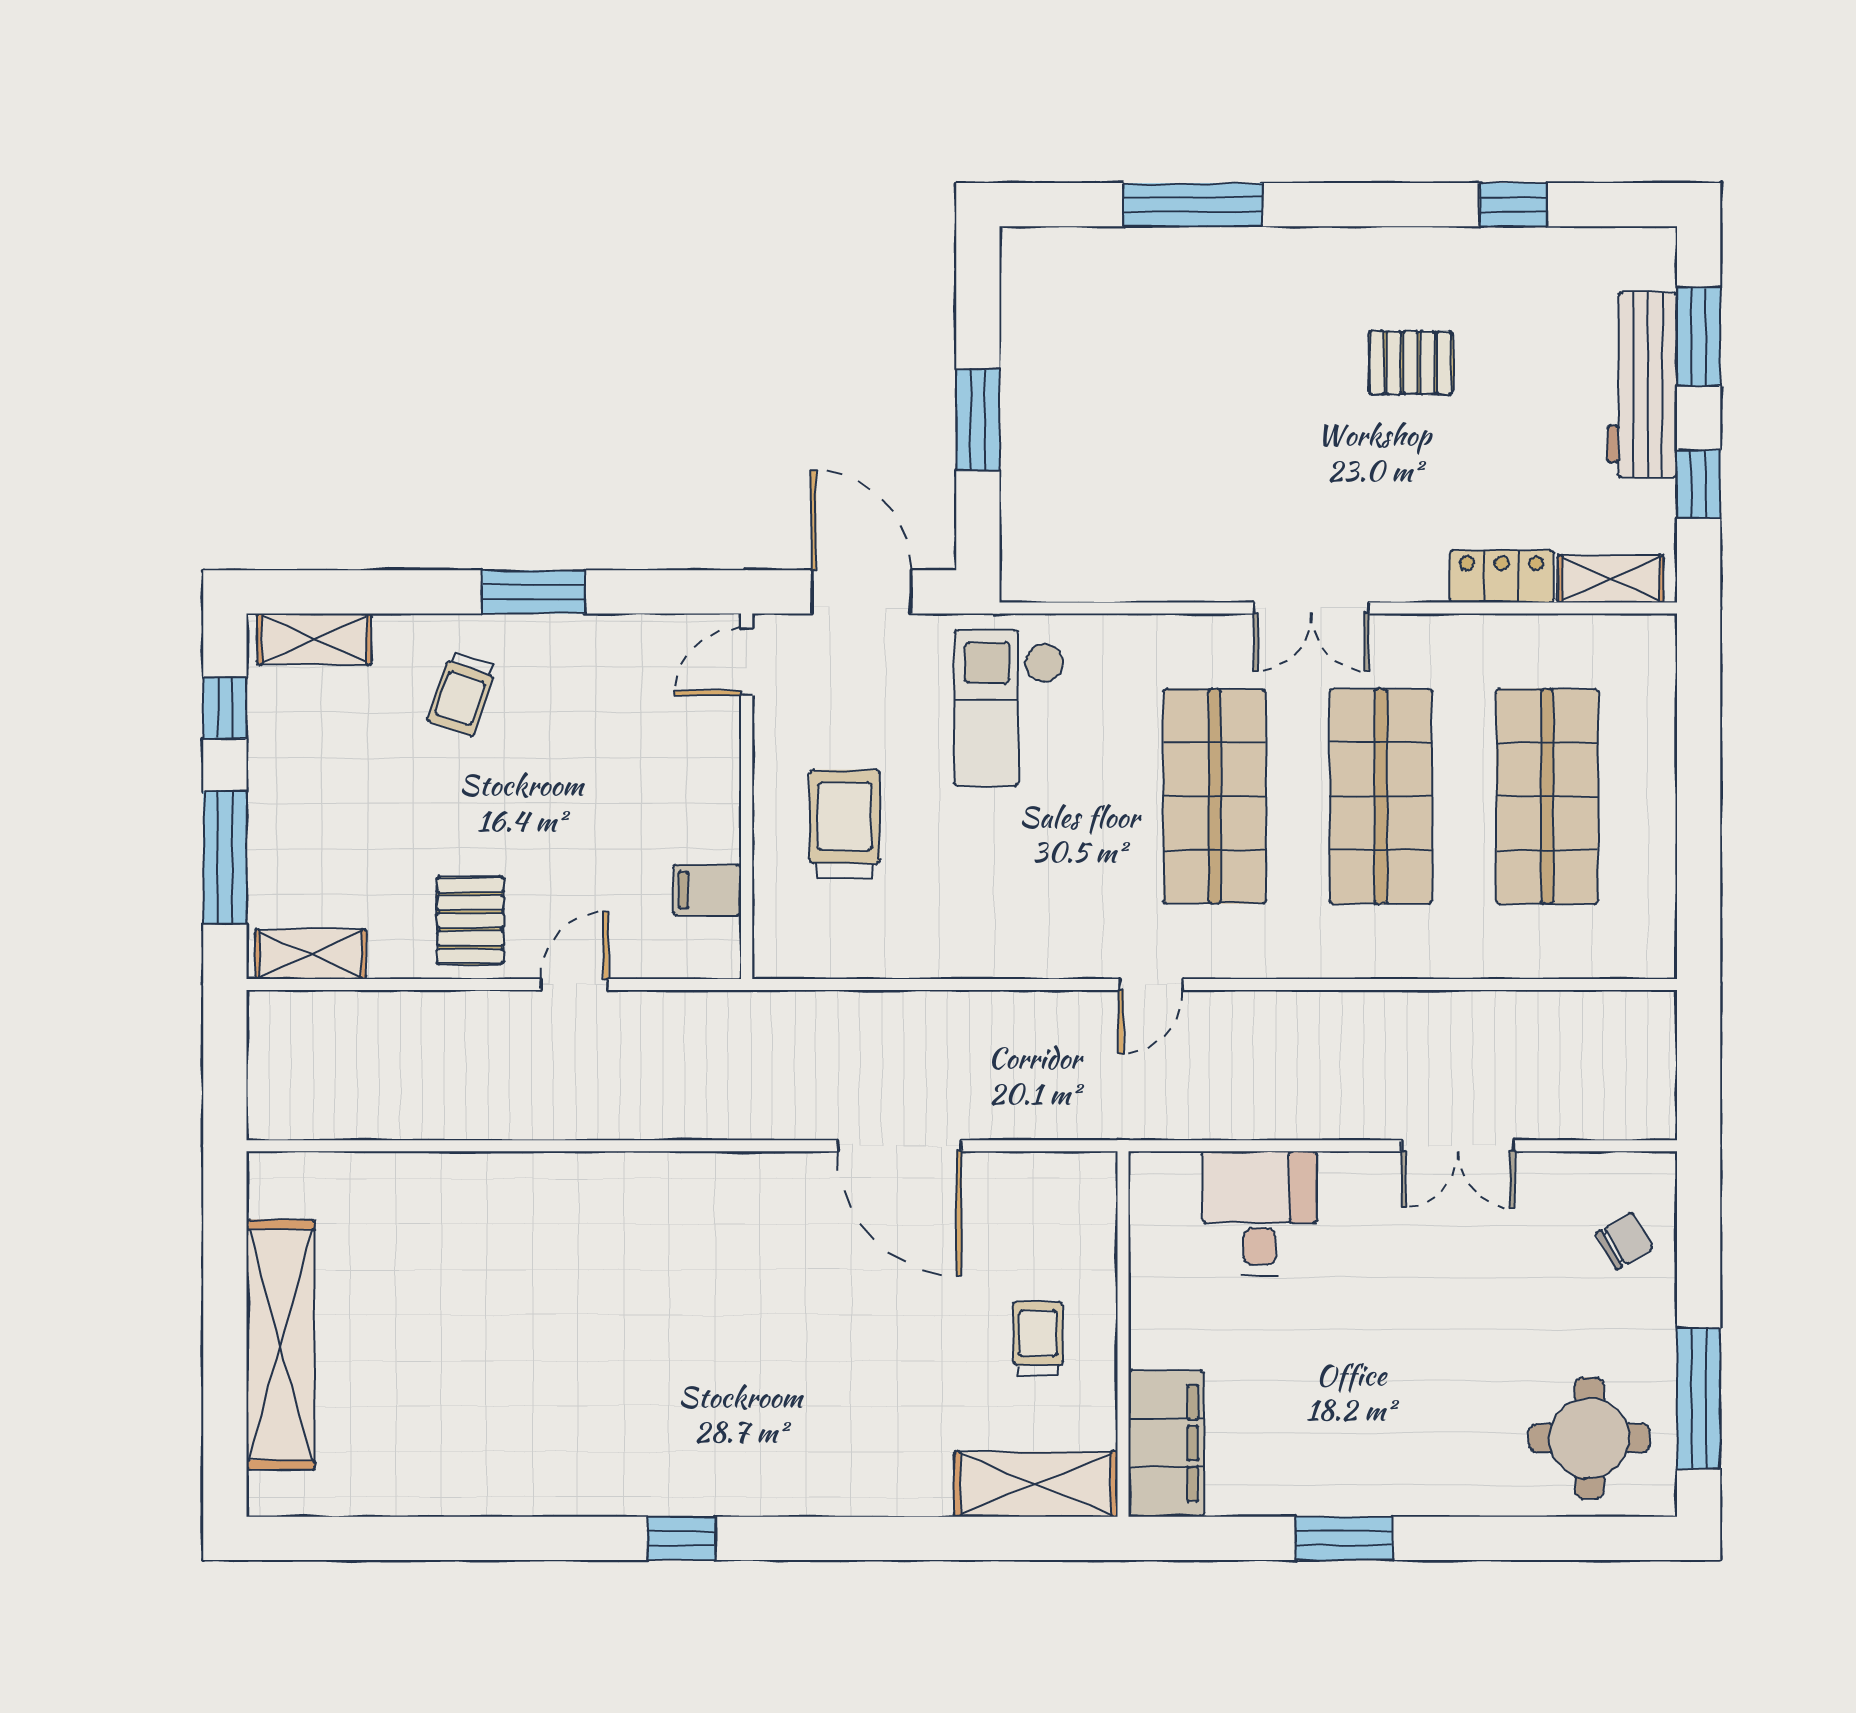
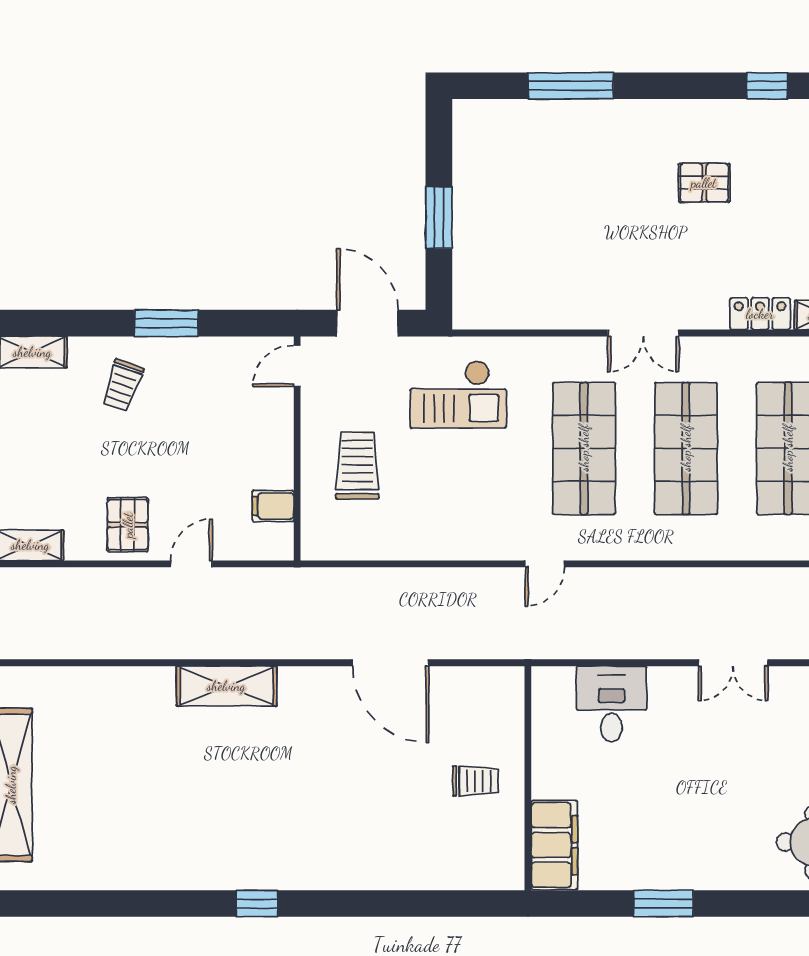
checkout: (1009, 708) -> (458, 394), turned -90
trolley: (1038, 1339) -> (476, 781), turned 90
shelving: (1036, 1484) -> (226, 686), moved

